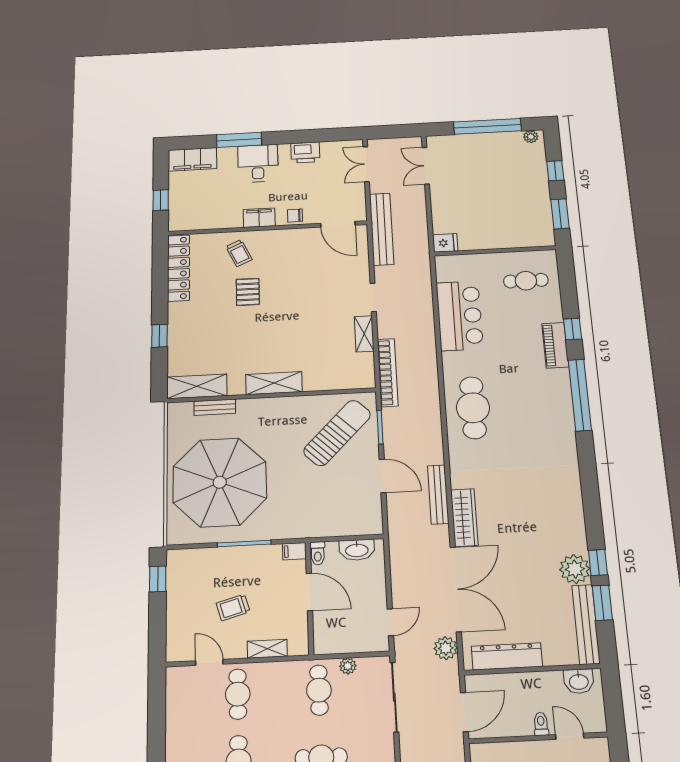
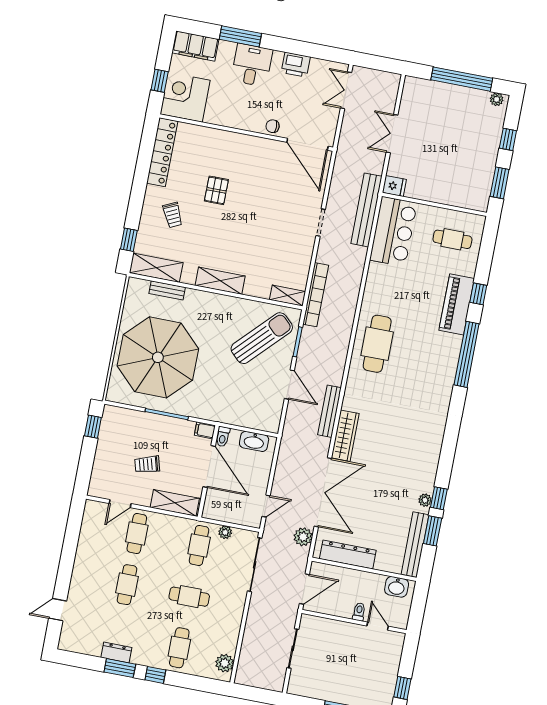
double door: (426, 166) -> (392, 134), moved
corner desk: (192, 209) -> (185, 97), added
filing cabinet: (259, 218) -> (241, 120), removed
door: (338, 224) -> (307, 144), width x1.36
bench: (382, 229) -> (366, 210), moved
trolley: (239, 253) -> (173, 215), moved
bar counter: (460, 316) -> (393, 231), moved
shelving: (364, 334) -> (288, 296), moved, turned 90
window: (160, 336) -> (129, 240), moved
piano: (555, 345) -> (457, 304), width x1.37, depth x1.33
plant: (575, 569) -> (425, 500), width x0.53, depth x0.53
door: (309, 592) -> (209, 467), width x1.36
shelving: (267, 649) -> (175, 503), width x1.50, depth x1.33
door: (209, 662) -> (120, 504), swing flipped

